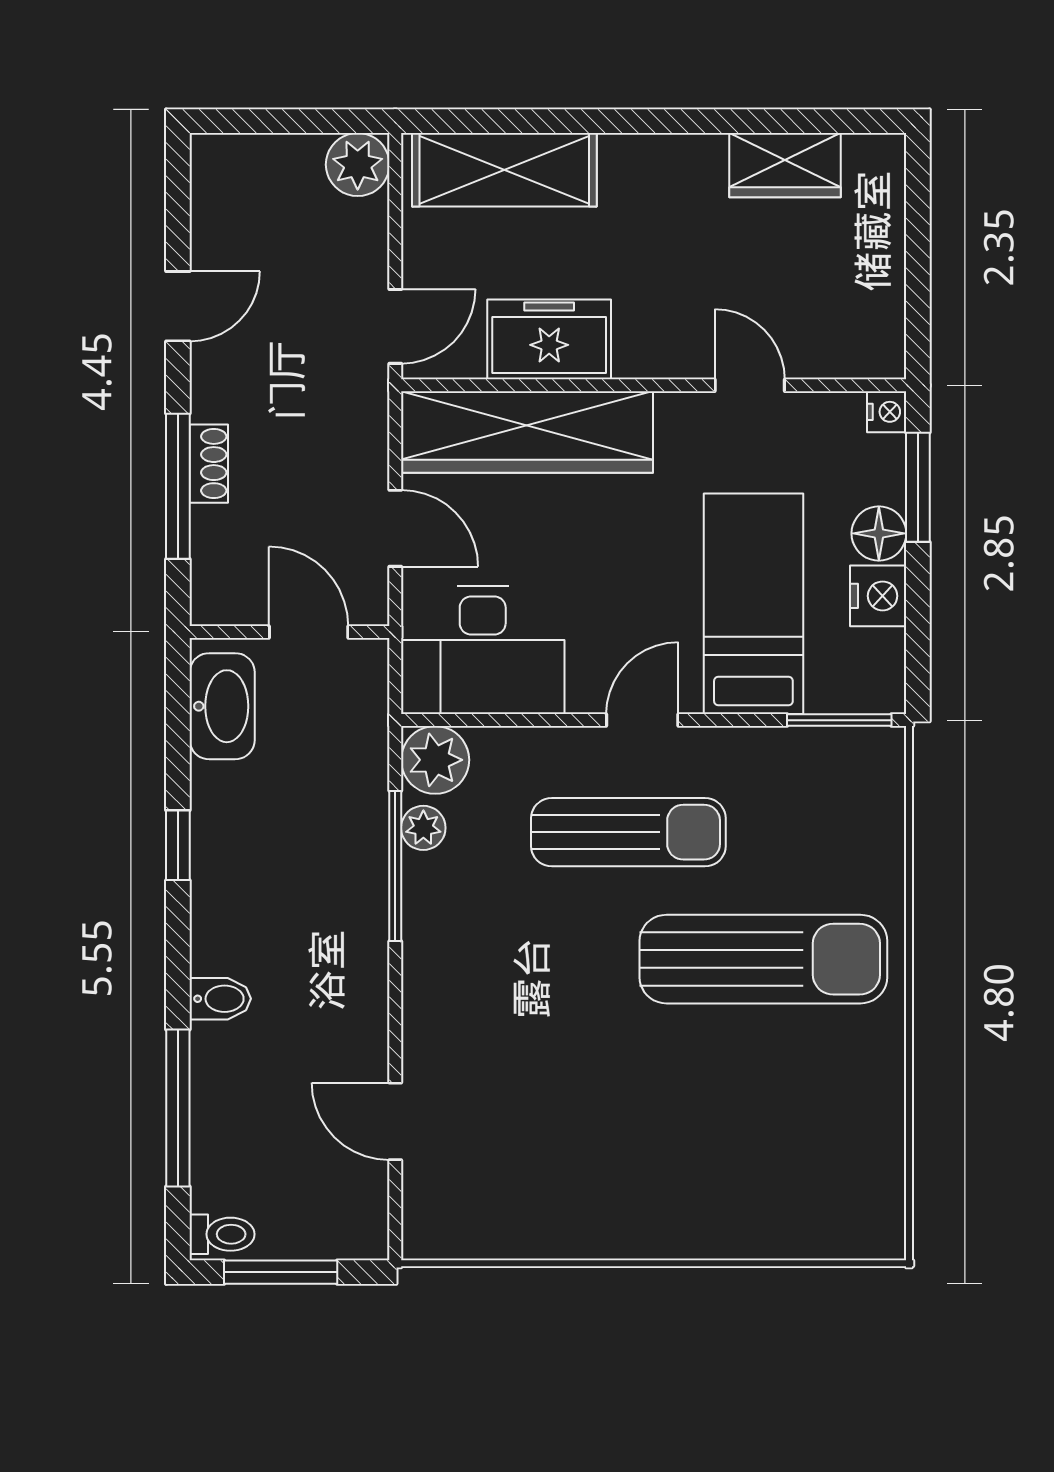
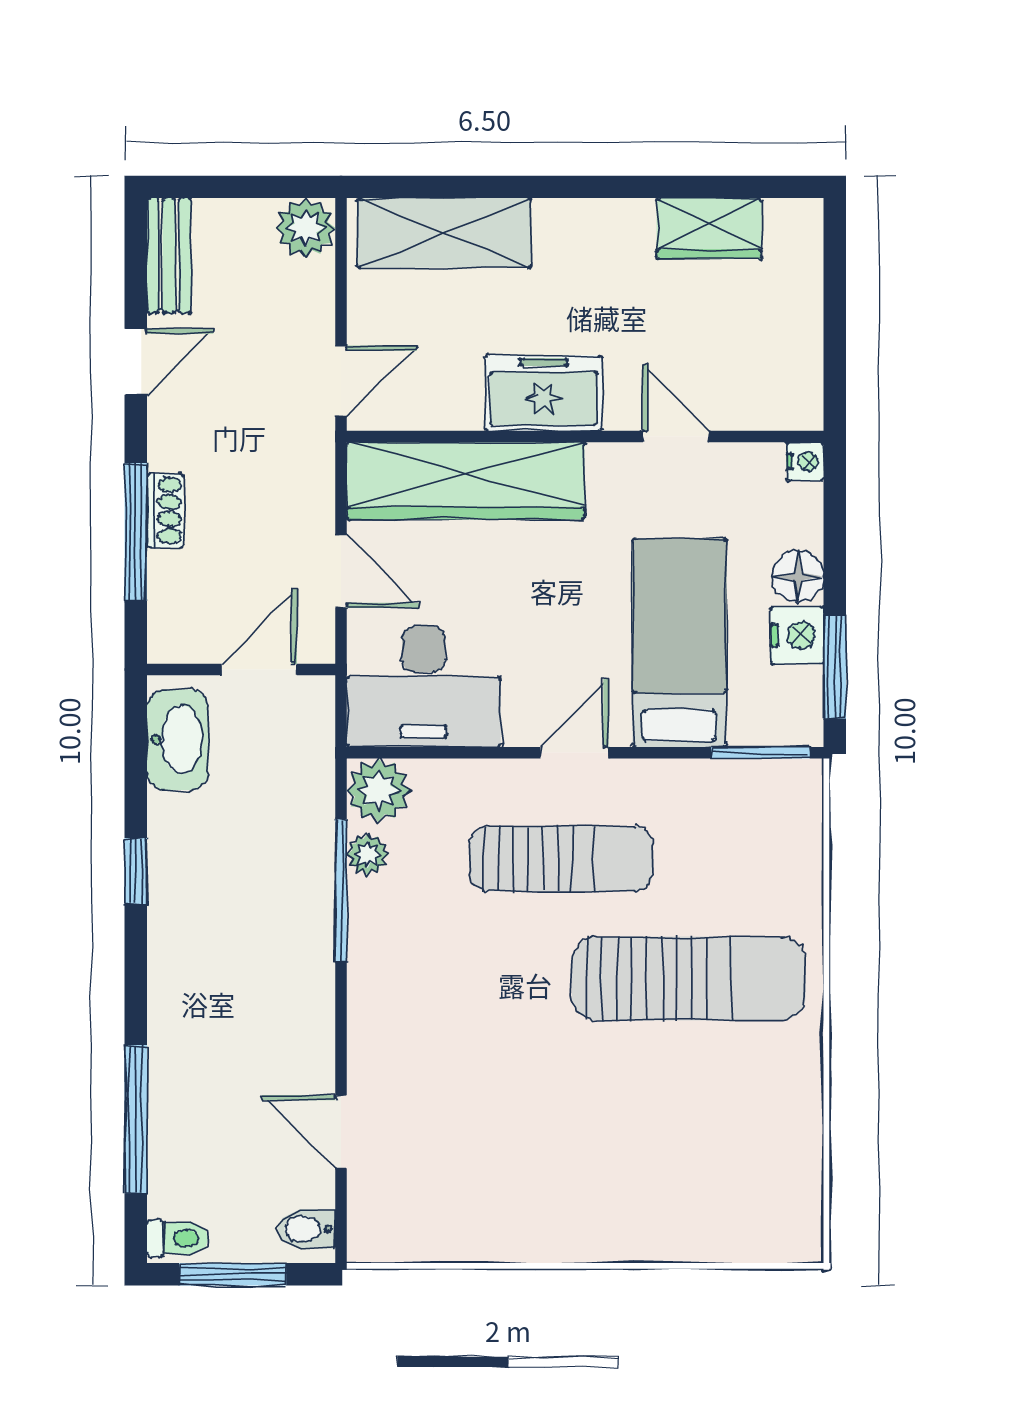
bench: (213, 194) -> (169, 256), added
freezer: (549, 339) -> (544, 393), moved
window: (918, 487) -> (835, 667), moved
door: (309, 632) -> (259, 670), hinge flipped
bidet: (220, 999) -> (307, 1229), moved, turned 180

